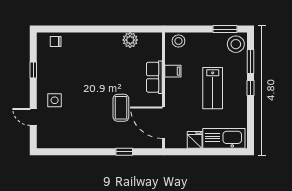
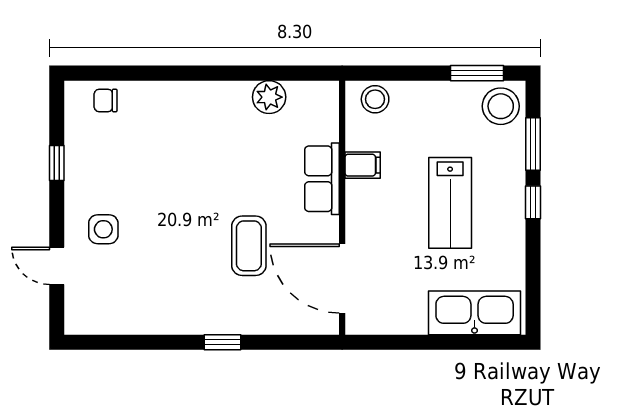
fridge: (195, 140) -> (411, 316), removed
window: (124, 152) -> (223, 342), moved

